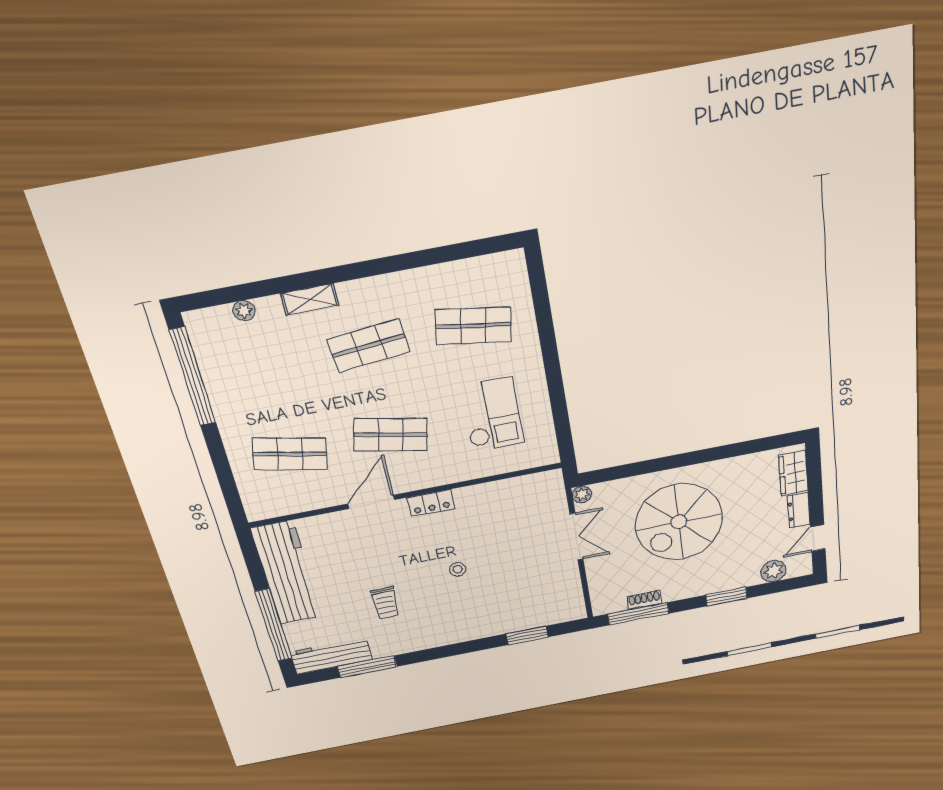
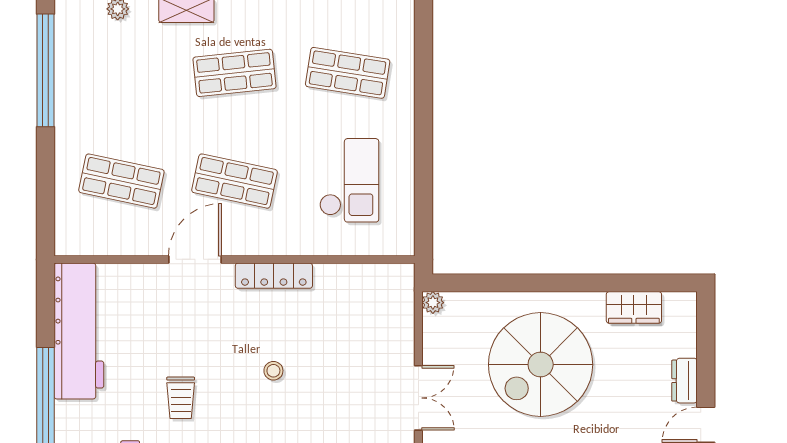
wardrobe: (793, 473) -> (634, 307), moved, turned -90
locker: (431, 503) -> (274, 276), width x1.53
double door: (576, 537) -> (418, 398), moved

